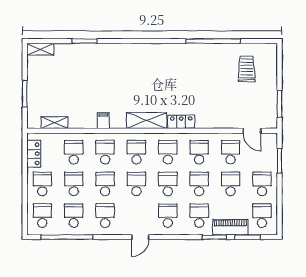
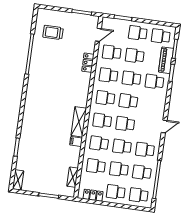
shelving: (147, 121) -> (79, 122), moved
locker: (181, 122) -> (88, 63), moved
school desk: (168, 216) -> (151, 104), removed
door: (140, 237) -> (164, 126), hinge flipped

